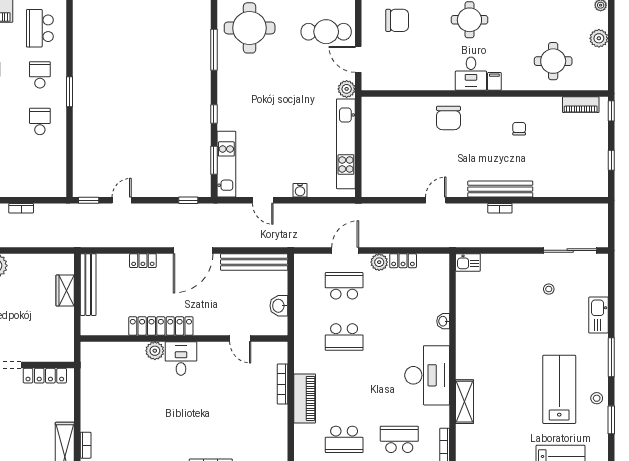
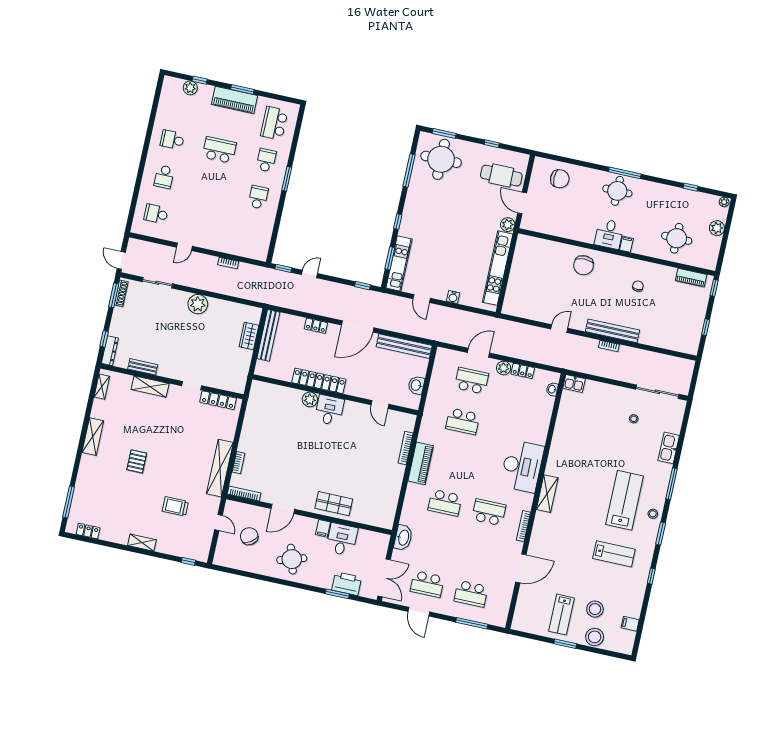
washbasin: (443, 321) -> (552, 389), moved

